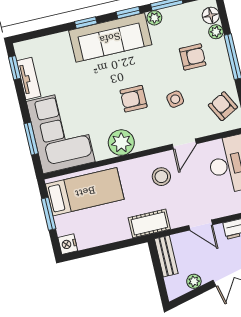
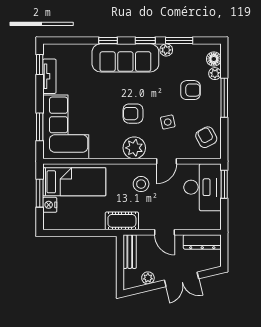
plant: (121, 143) -> (134, 148), moved
nightstand: (68, 244) -> (50, 205), moved

